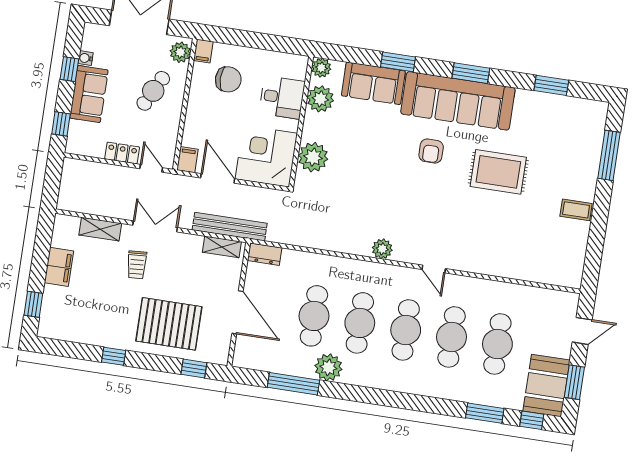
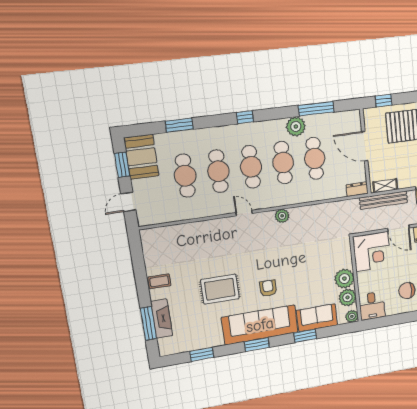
desk: (282, 97) -> (372, 306), moved, turned -90
fireplace: (589, 156) -> (162, 319), added
plant: (313, 157) -> (344, 279), moved
window: (532, 420) -> (245, 117), moved

